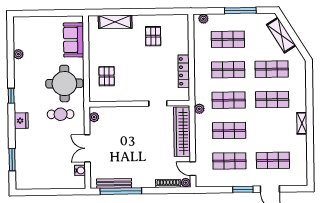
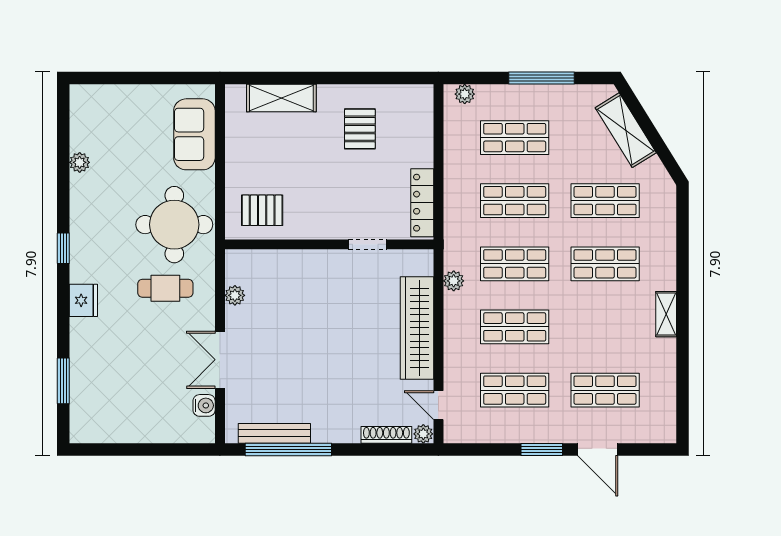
pallet: (107, 76) -> (262, 210), turned 90
doorway: (158, 103) -> (368, 244), moved
wall: (139, 104) -> (329, 244), moved

